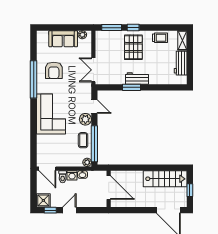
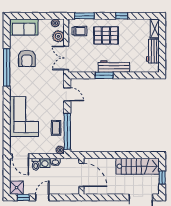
window: (133, 28) -> (122, 16), moved
trolley: (160, 38) -> (79, 31), moved
sofa: (63, 39) -> (24, 27), moved
pallet: (133, 47) -> (106, 35), turned 90
workbench: (137, 78) -> (114, 66), width x1.37
corner sofa: (51, 114) -> (24, 117), moved
plant: (85, 119) -> (58, 36), moved

